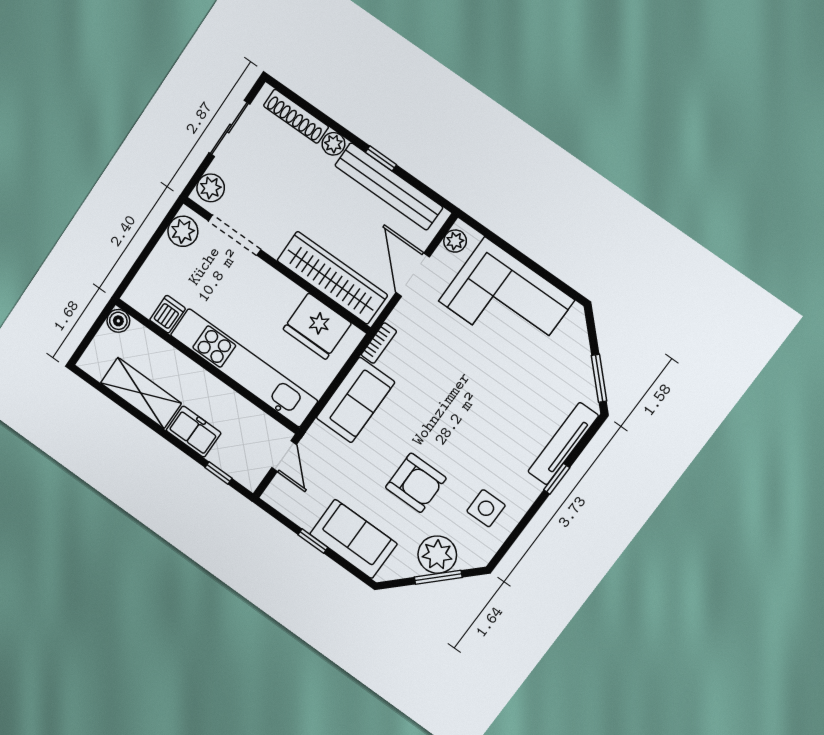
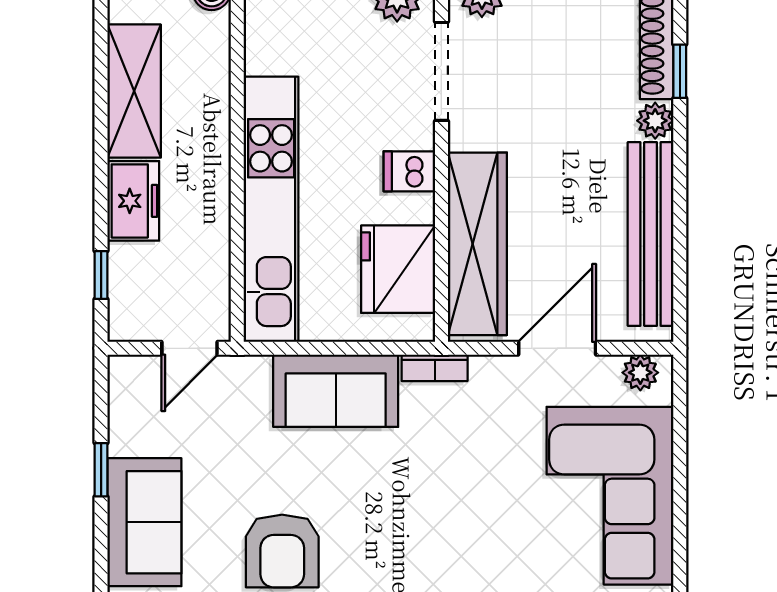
window: (381, 158) -> (680, 71), moved
dishwasher: (168, 314) -> (409, 171), moved, turned 180

